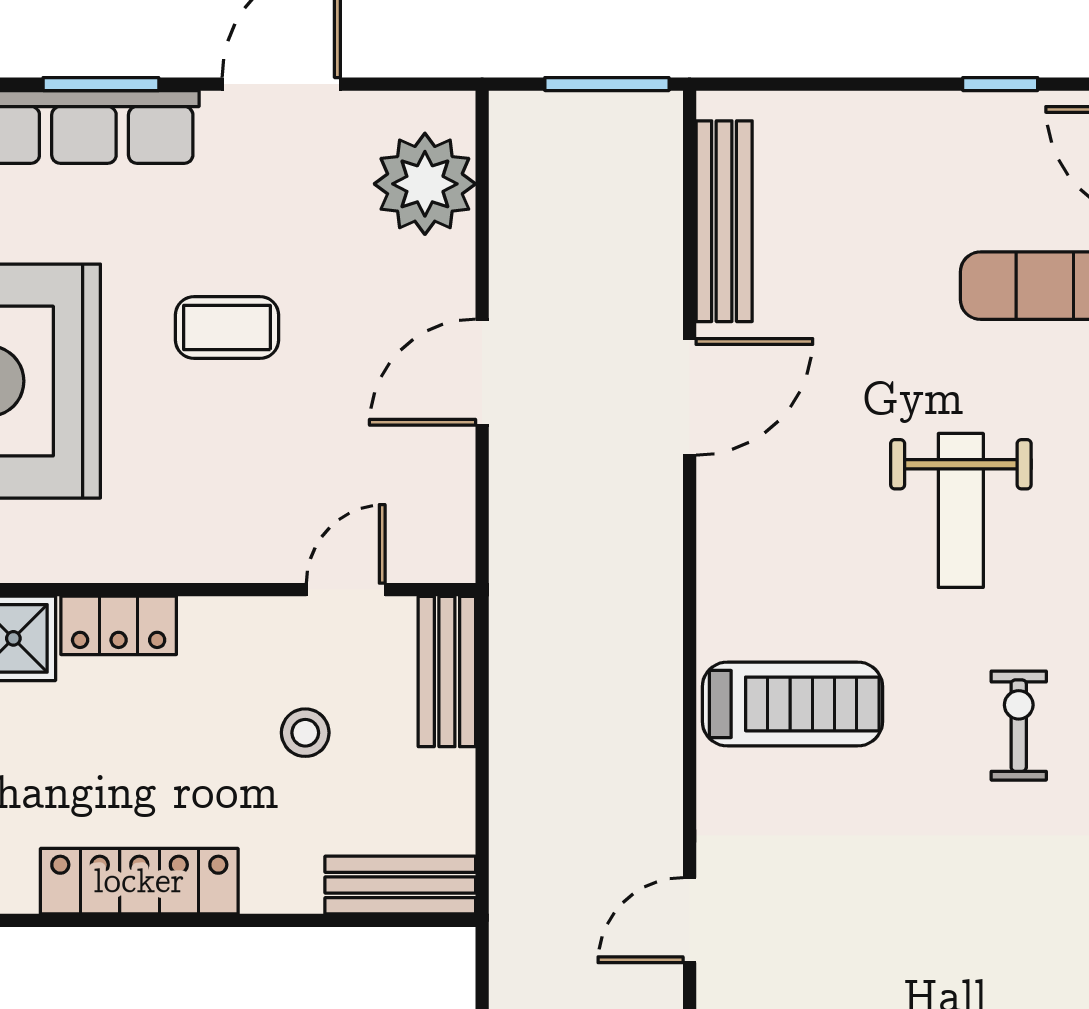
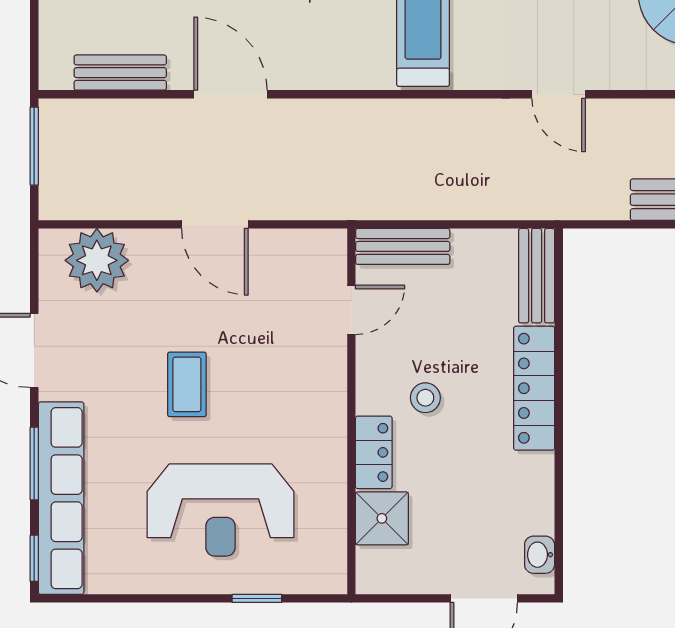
bench: (724, 221) -> (120, 73), width x0.73
door: (346, 590) -> (351, 310), swing flipped
stool: (305, 733) -> (425, 398), moved
locker: (139, 881) -> (534, 388), moved

